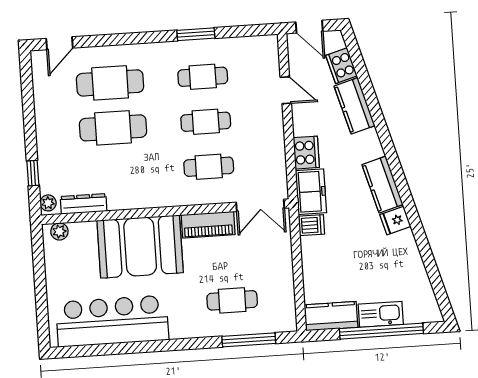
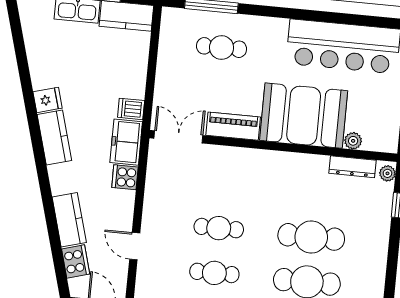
cooker: (306, 153) -> (125, 177), width x0.73
cafe table: (209, 167) -> (223, 183), removed
plant: (59, 231) -> (353, 141), moved

